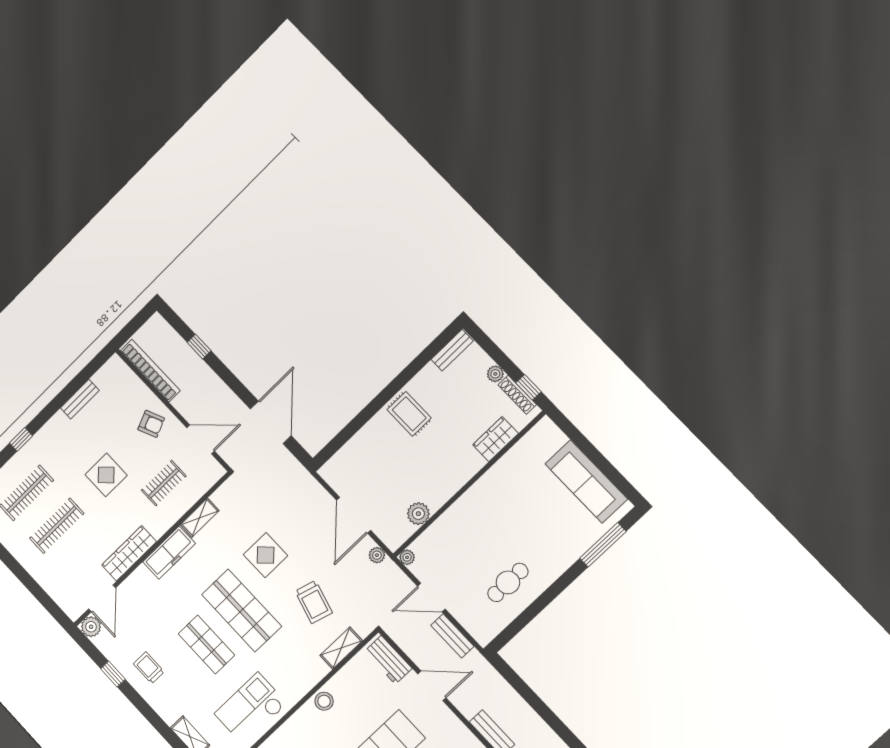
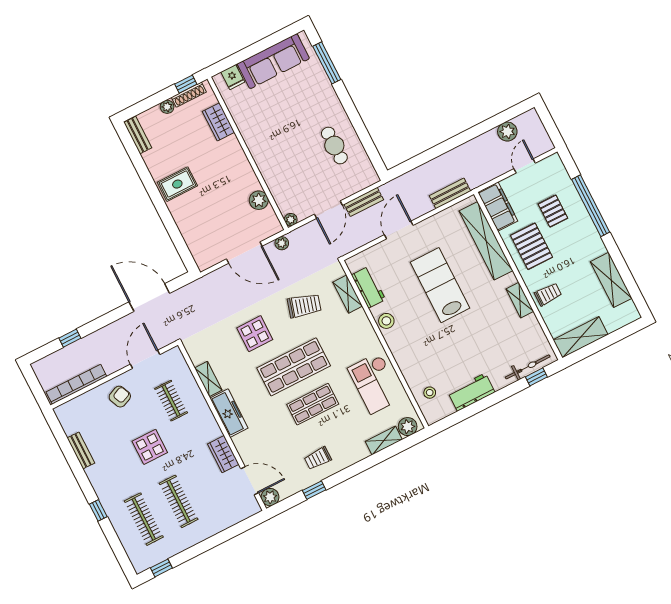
fridge: (553, 440) -> (233, 77), added
wardrobe: (129, 553) -> (223, 454), width x0.67
workbench: (388, 660) -> (368, 287), moved, turned -90

